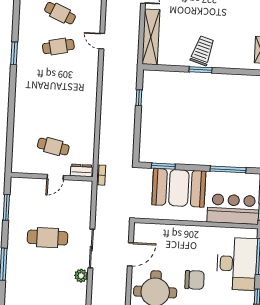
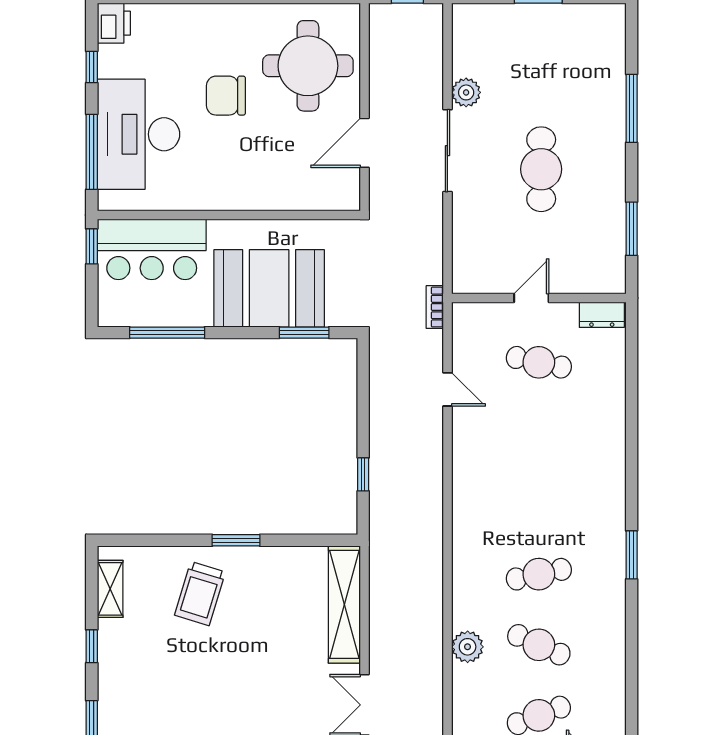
plant: (94, 14) -> (468, 647), added
door: (102, 41) -> (447, 389), moved
trolley: (202, 51) -> (200, 594), moved
dresser: (81, 170) -> (602, 315), moved
cafe table: (48, 238) -> (541, 169), turned 90

